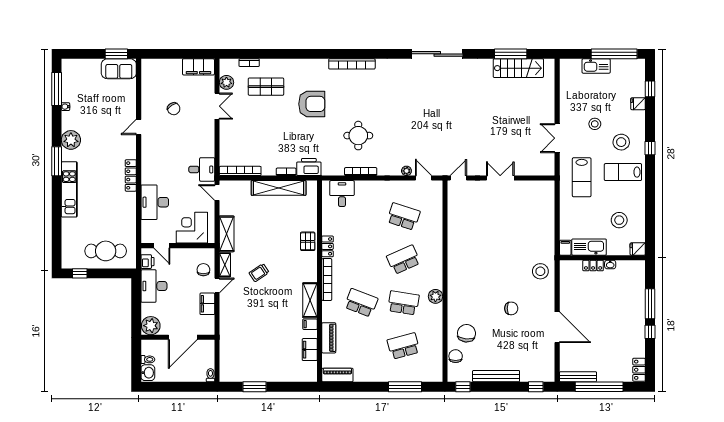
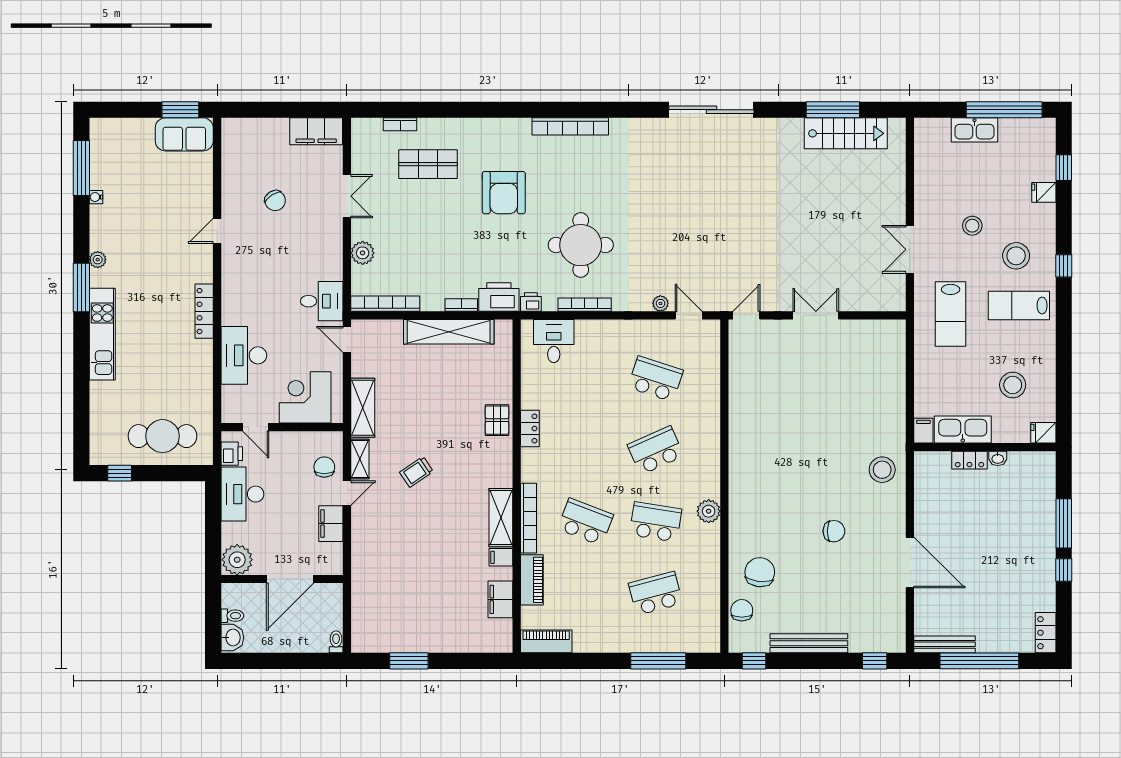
plant: (226, 82) -> (363, 253), moved
armchair: (312, 104) -> (504, 193), turned 90
round table: (358, 136) -> (581, 245), width x1.36, depth x1.36
plant: (71, 140) -> (98, 260), width x0.53, depth x0.53
printer: (328, 170) -> (531, 302), added
bookcase: (327, 280) -> (529, 518), moved

